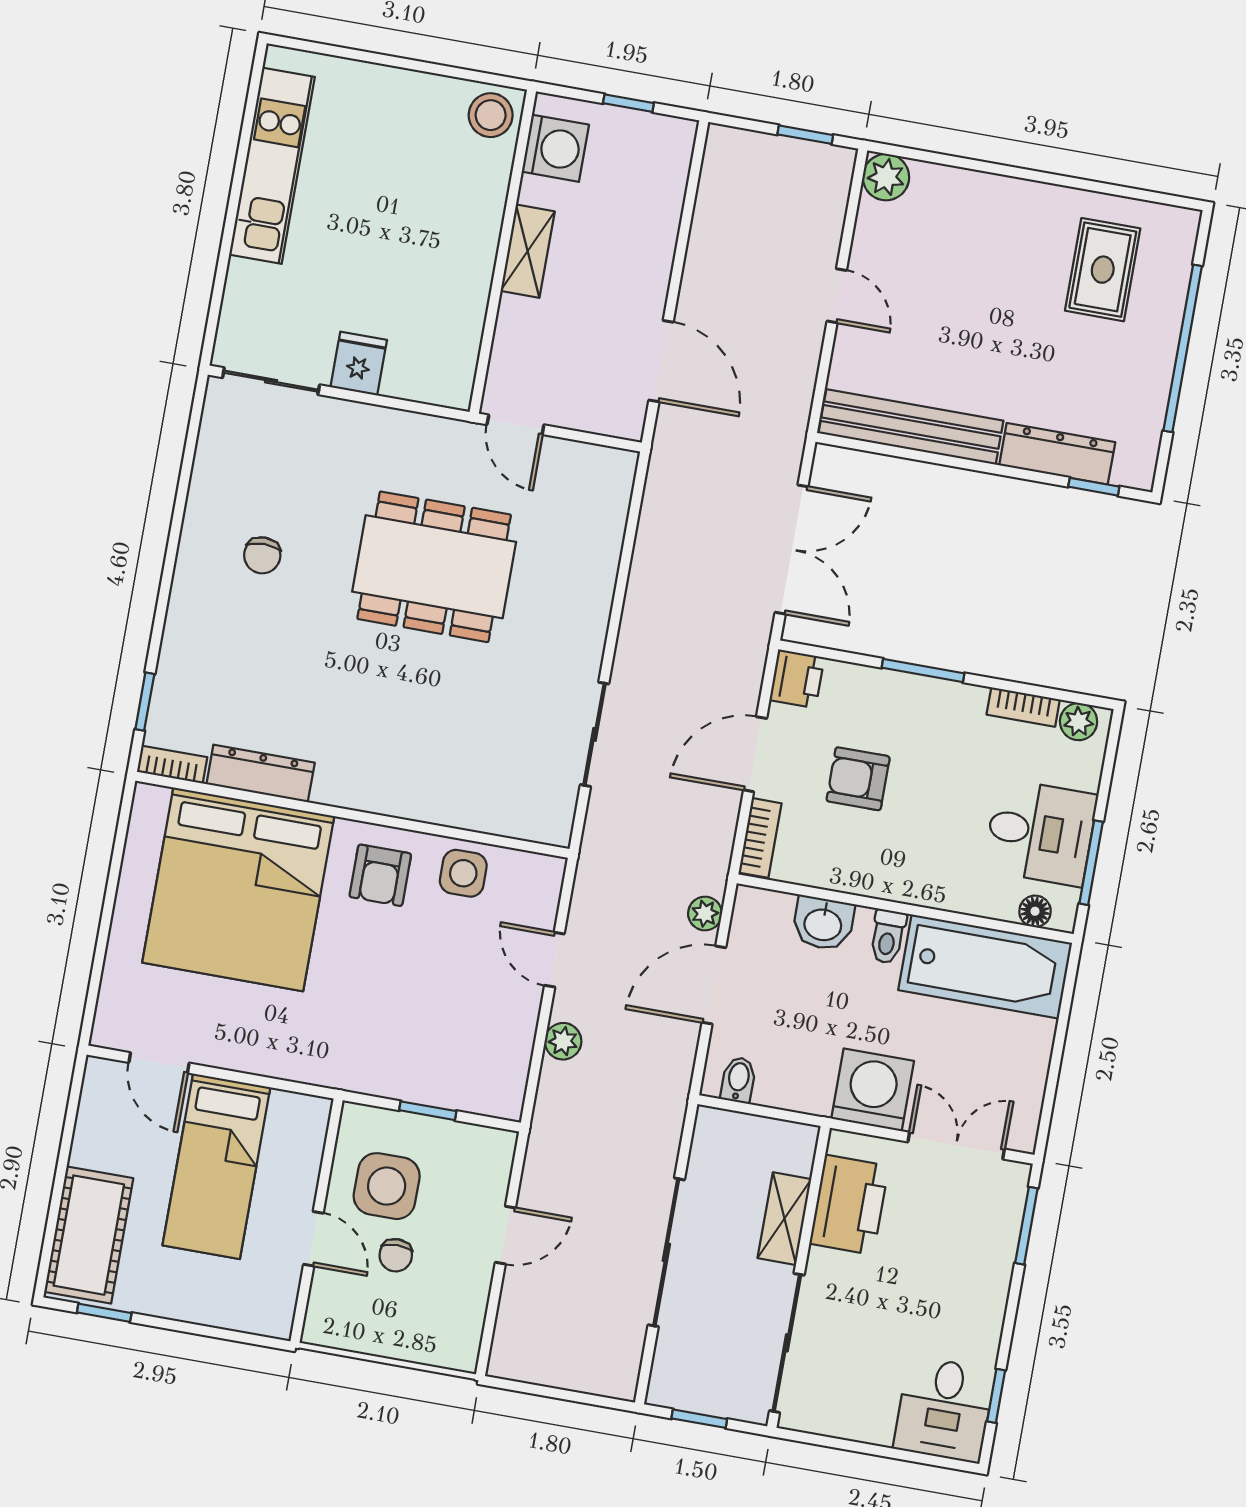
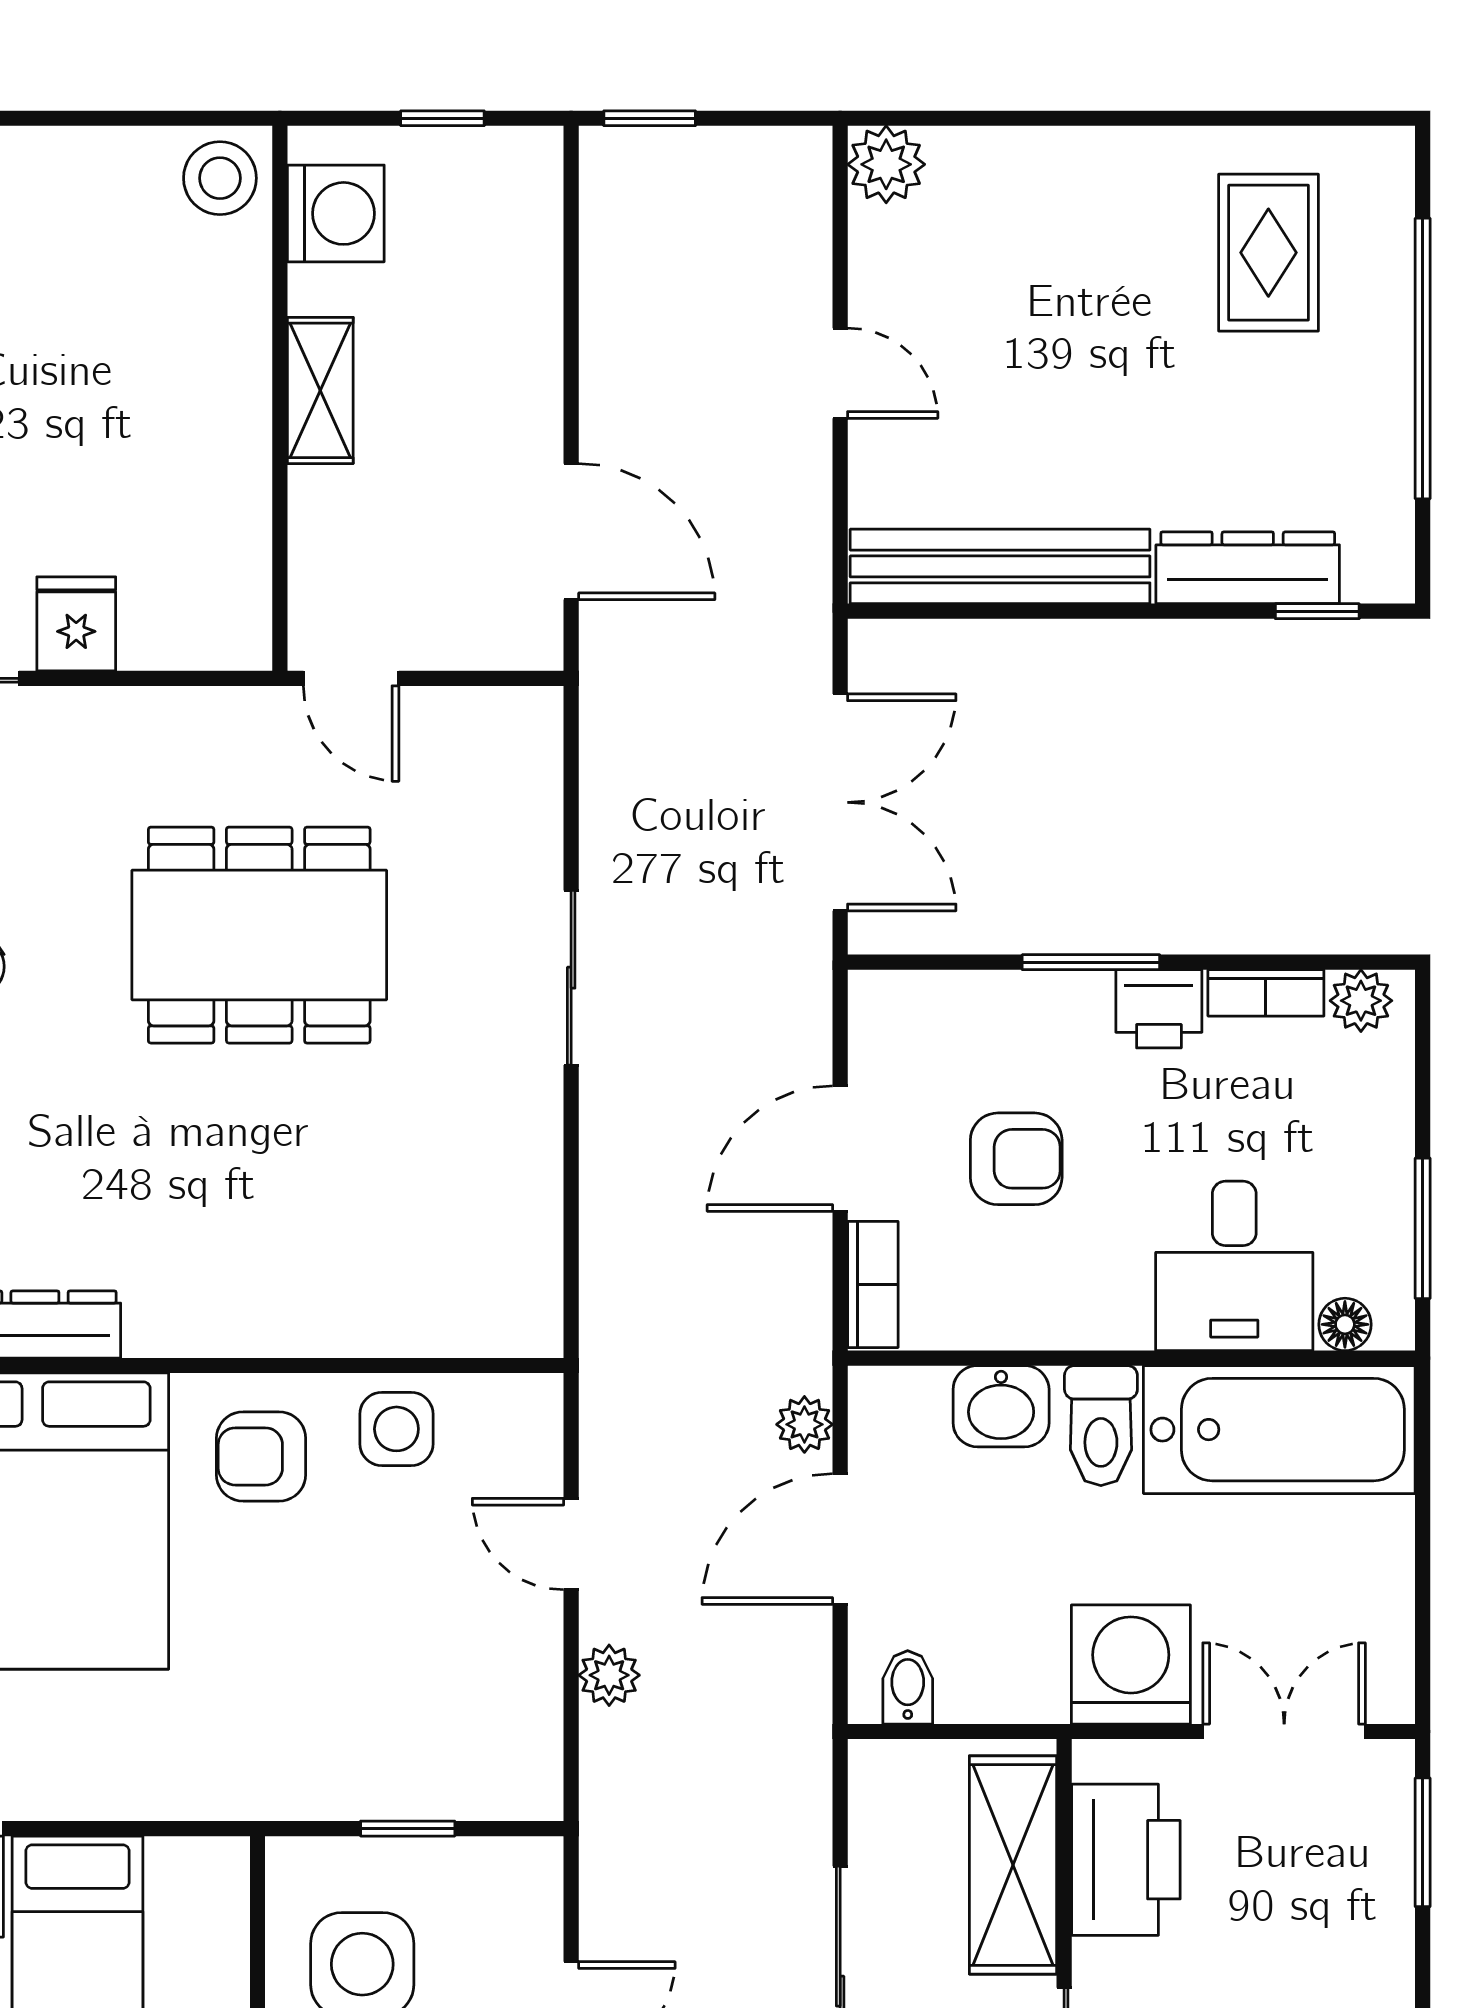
window: (805, 135) -> (650, 118), moved
printer: (797, 679) -> (1159, 1009), moved, turned 90
sliding door: (595, 734) -> (571, 978), moved
armchair: (858, 779) -> (1016, 1159), turned 180
desk: (1040, 832) -> (1234, 1266), moved, turned 90
armchair: (380, 875) -> (261, 1456), turned 90
toilet: (888, 937) -> (1101, 1426), width x1.37, depth x1.39
shelving: (784, 1219) -> (1013, 1865), width x1.50, depth x1.33

